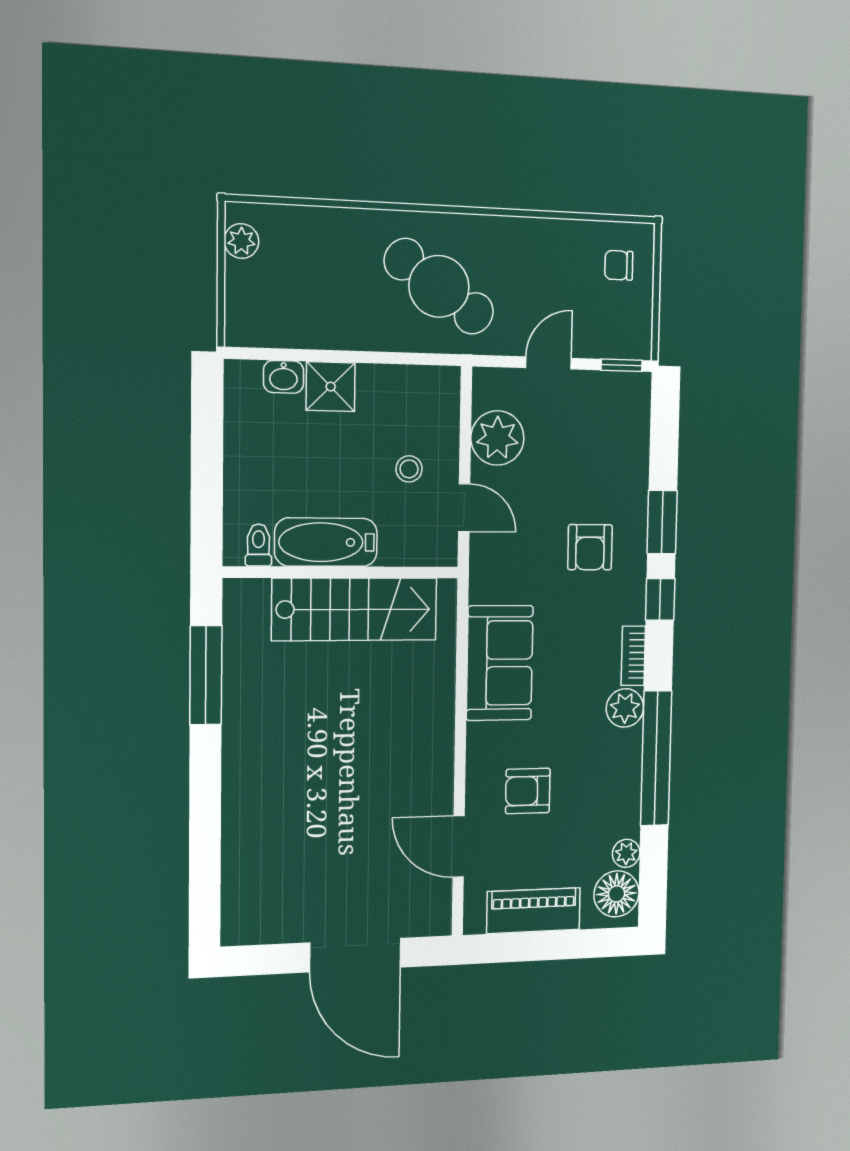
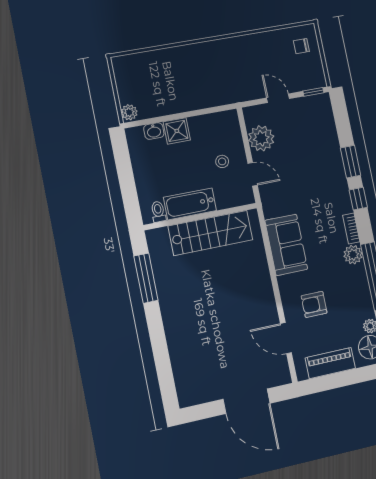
plant: (241, 241) -> (129, 112), moved
cafe table: (439, 286) -> (218, 74), removed
door: (549, 363) -> (278, 98), hinge flipped
armchair: (590, 547) -> (318, 181), removed

